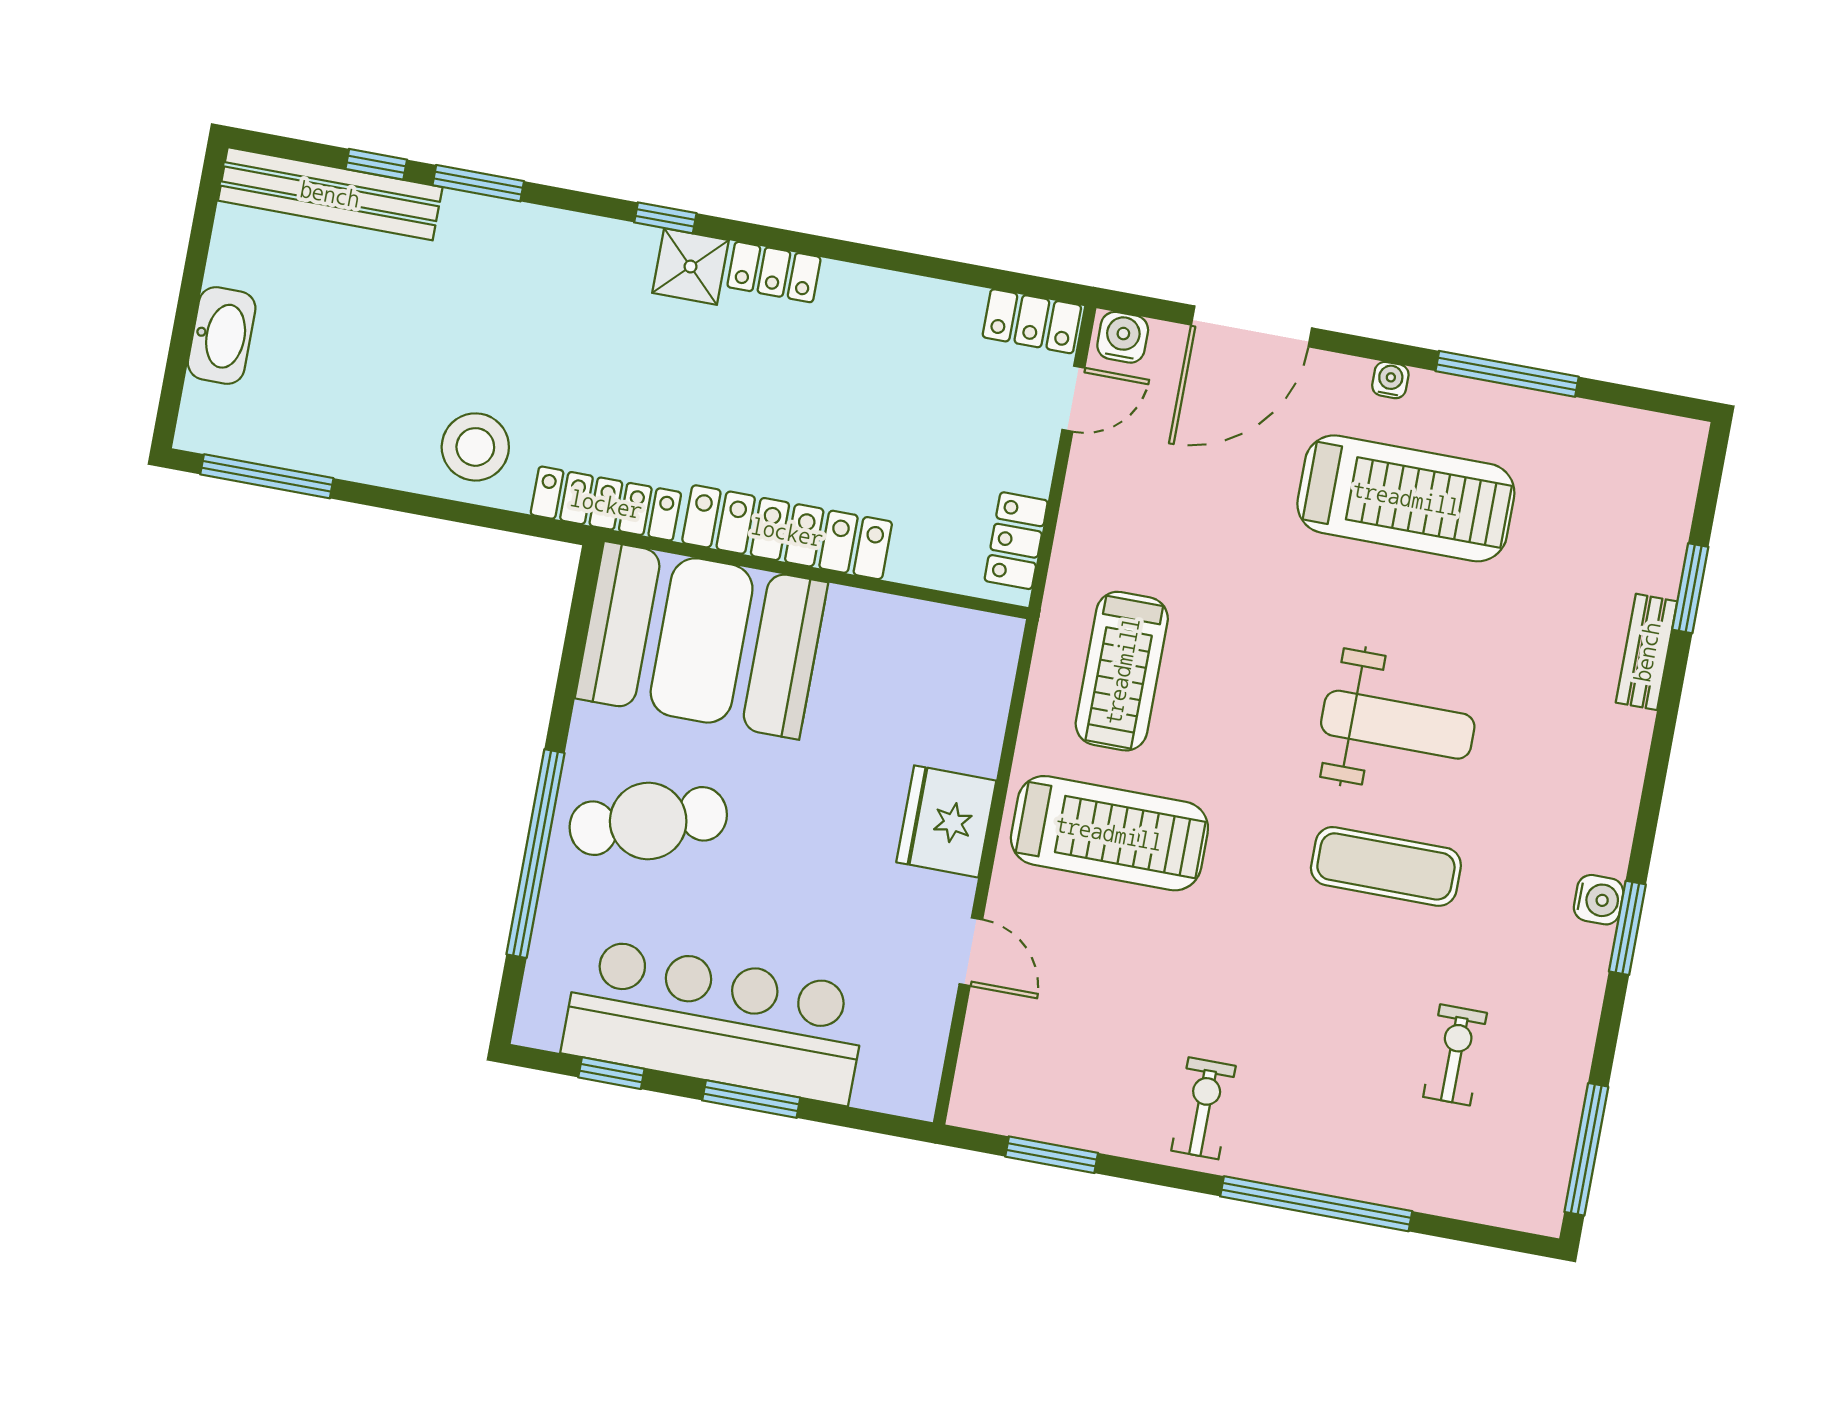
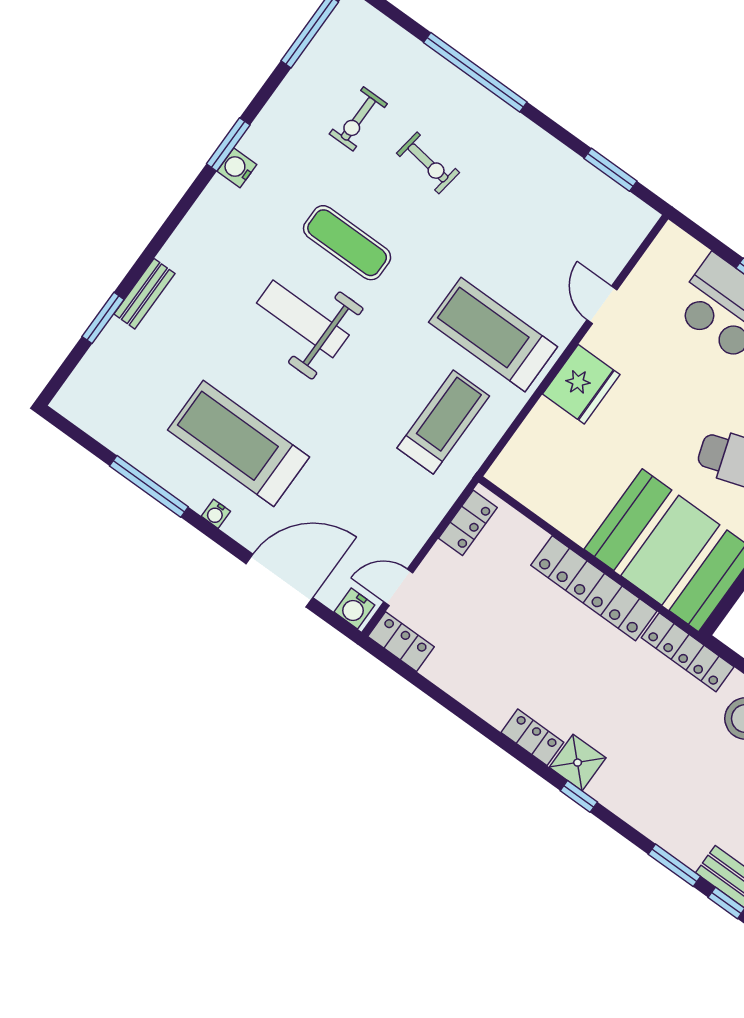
exercise bike: (1203, 1108) -> (428, 163), moved, turned -82

